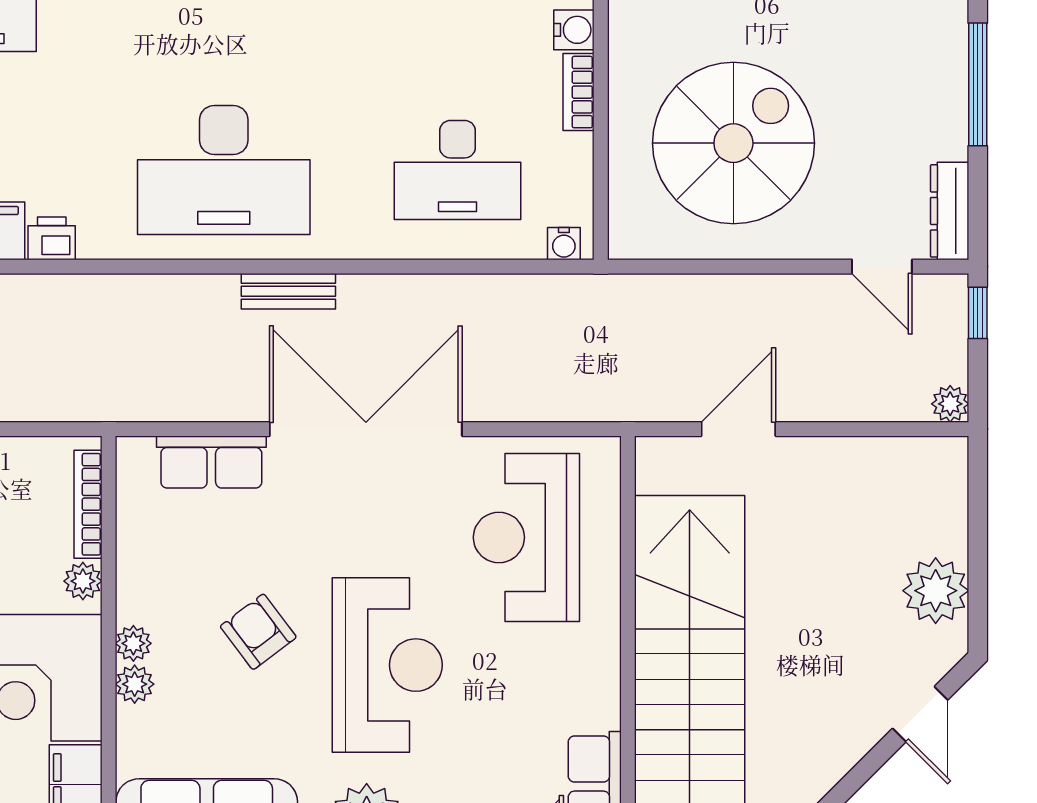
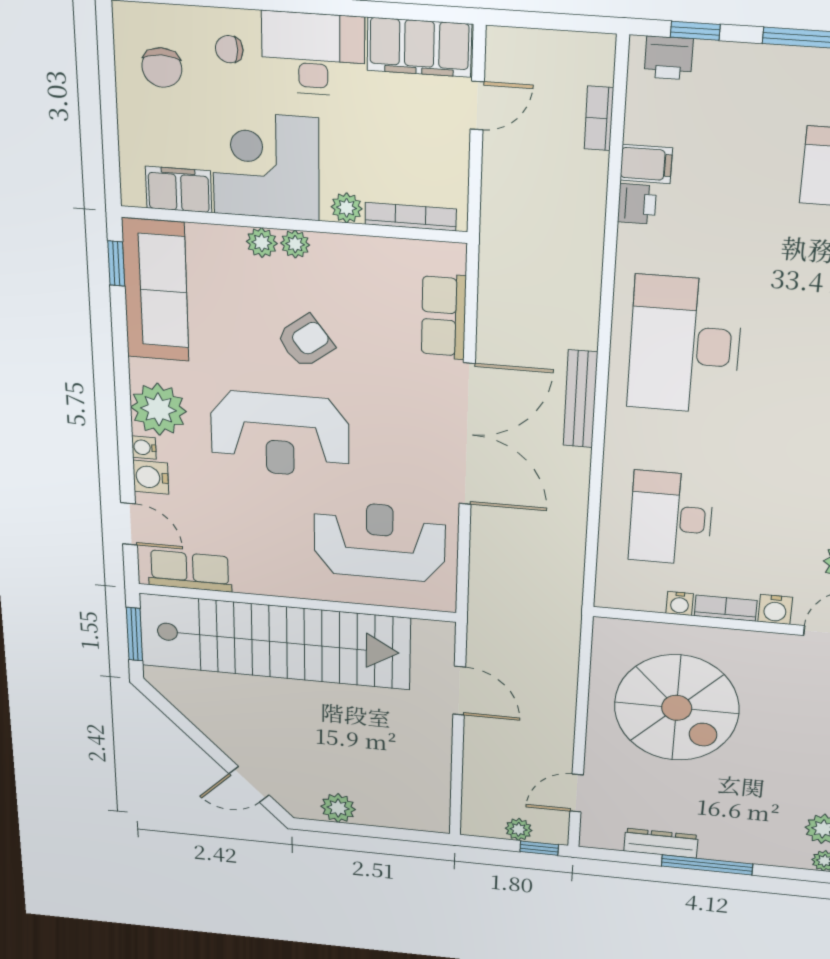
dresser: (950, 211) -> (661, 843), moved
water cooler: (564, 244) -> (680, 603), moved, turned -90
bench: (288, 291) -> (580, 399), width x1.36
plant: (950, 404) -> (519, 829), moved
plant: (936, 591) -> (338, 808), width x0.73, depth x0.73

